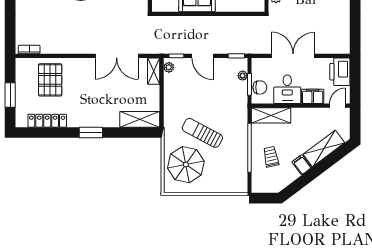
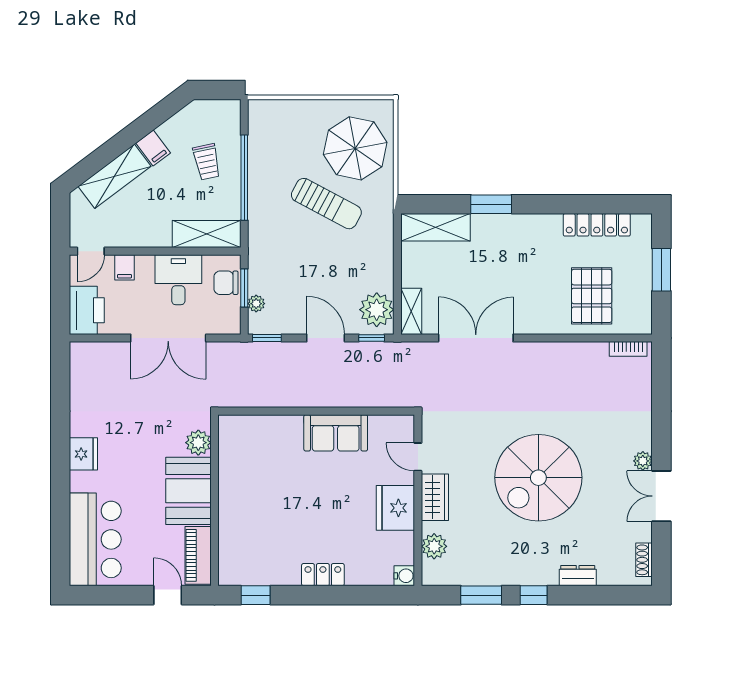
plant: (169, 67) -> (377, 310), width x1.88, depth x1.88
filing cabinet: (313, 96) -> (125, 267), width x0.50
window: (91, 133) -> (491, 204), moved

